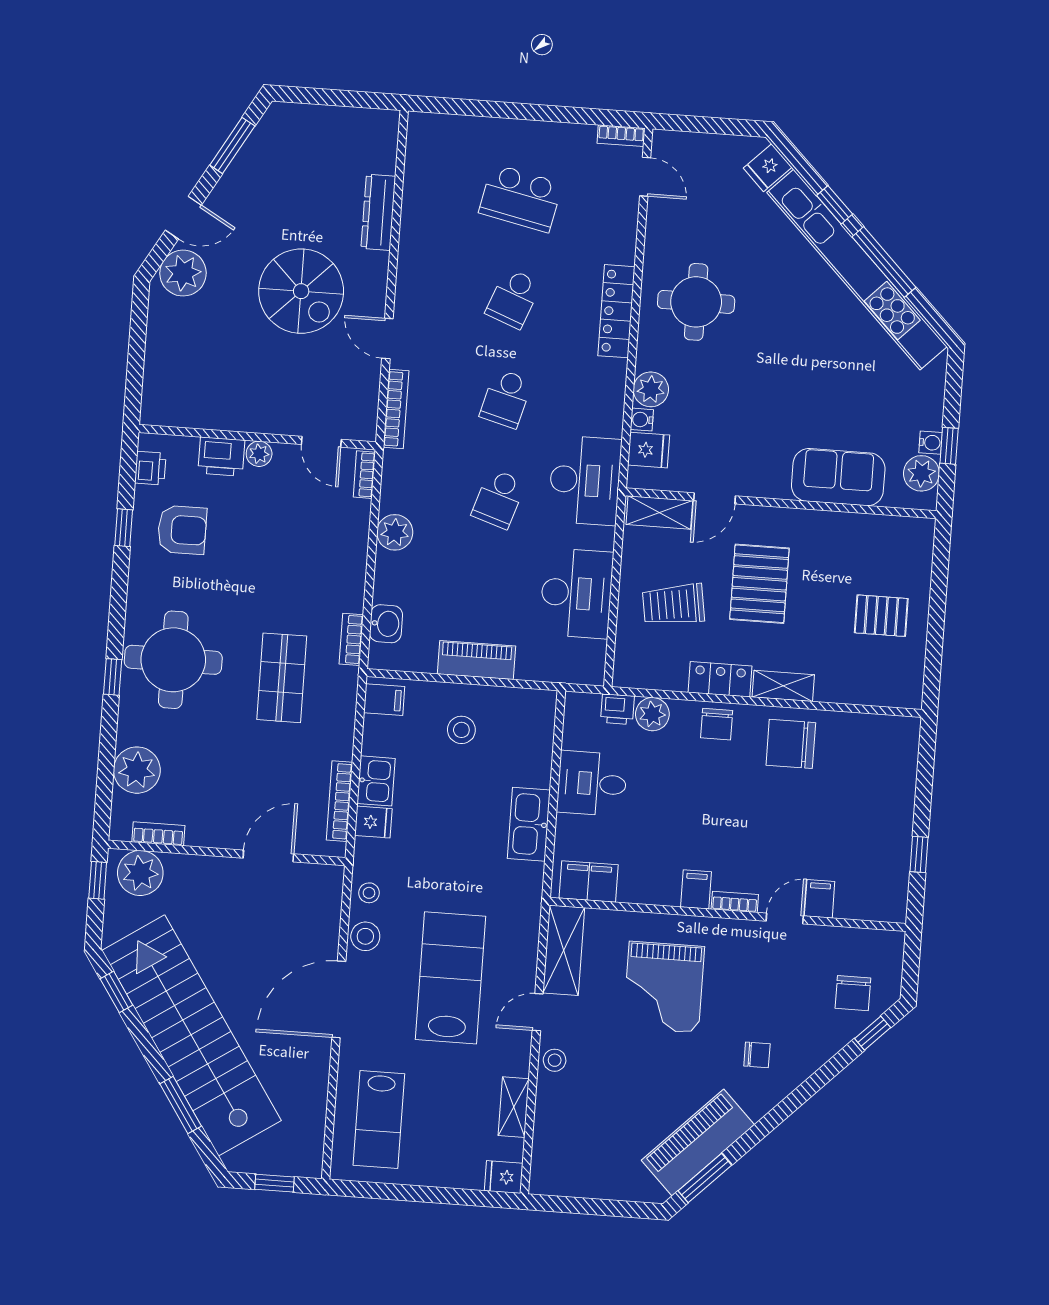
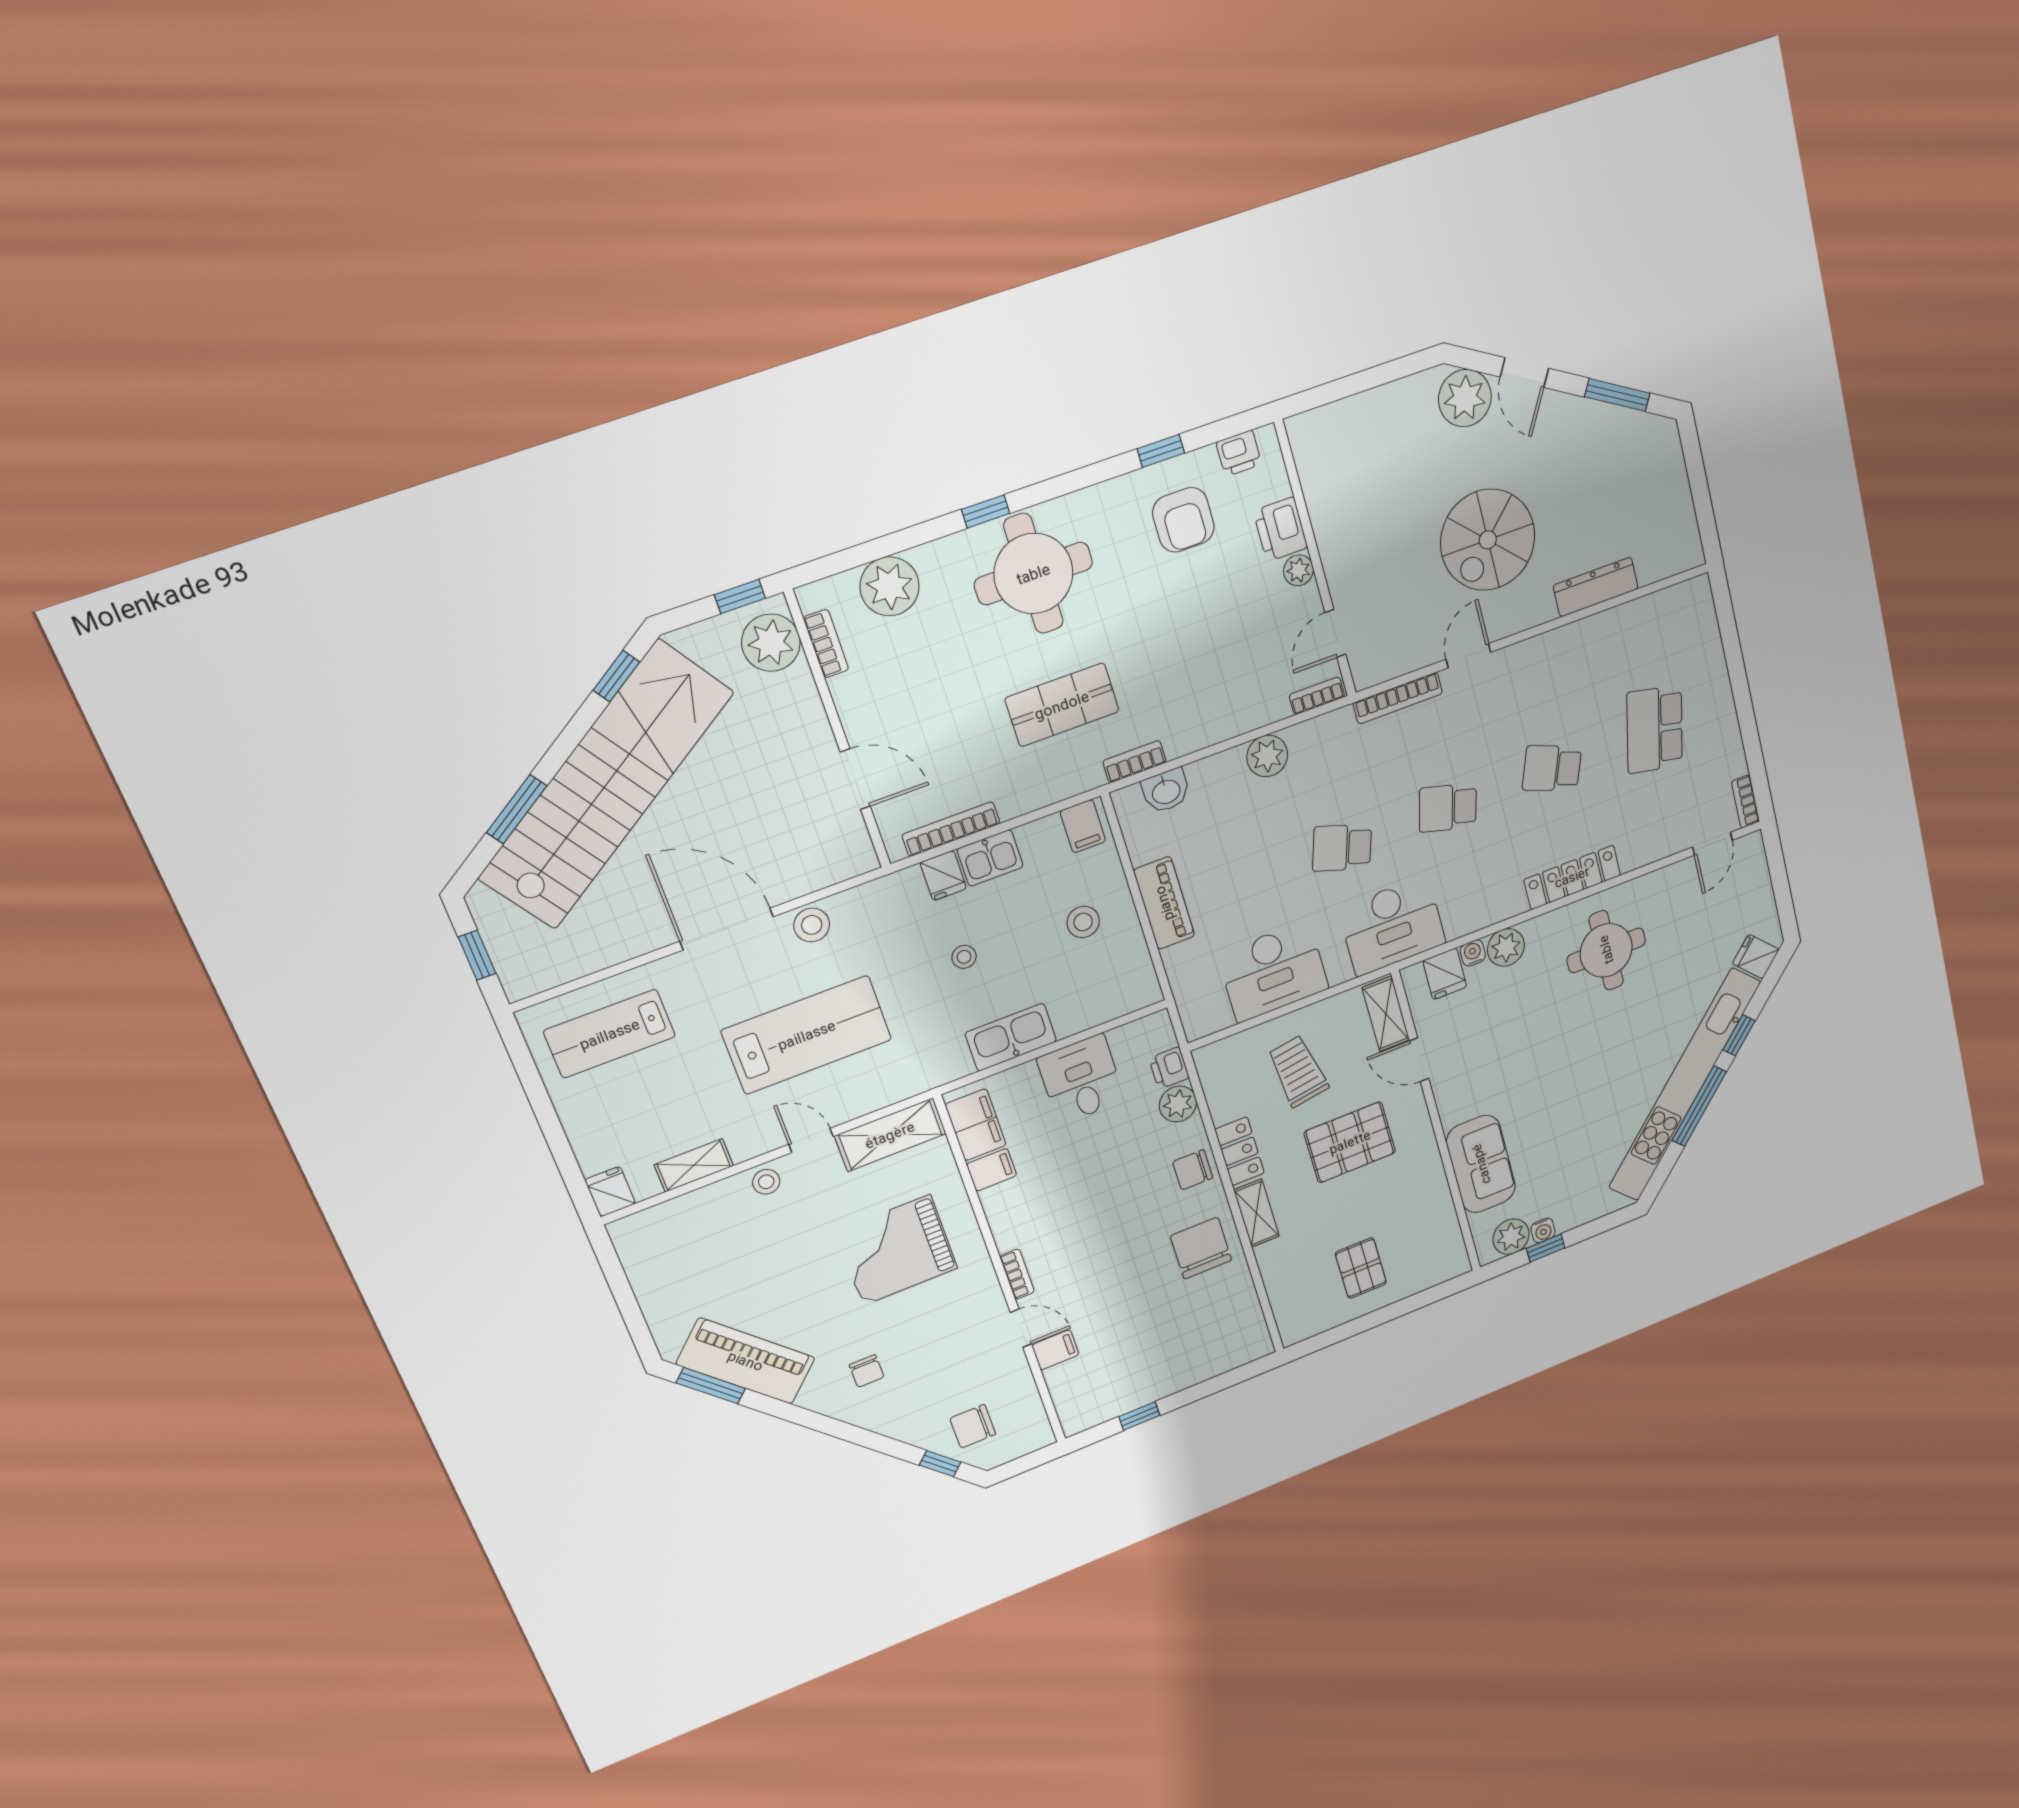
filing cabinet: (696, 889) -> (992, 1170), moved
stool: (369, 893) -> (964, 957), moved

